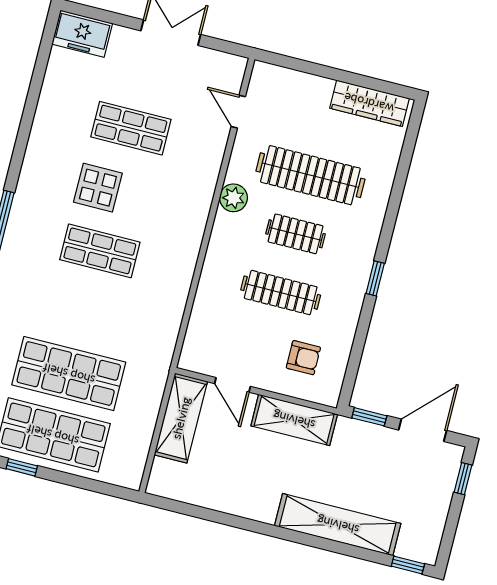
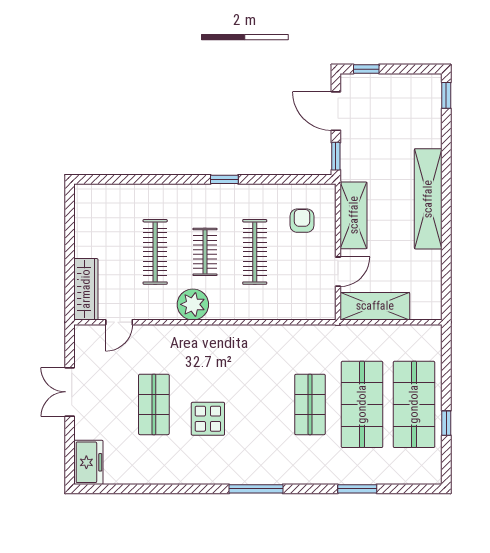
wardrobe: (369, 103) -> (86, 289), moved
clothes rail: (310, 175) -> (155, 252), width x0.73, depth x0.76
plant: (233, 198) -> (193, 304), width x1.36, depth x1.36
shop shelf: (100, 251) -> (310, 404), moved
shelving: (338, 525) -> (428, 199), moved

